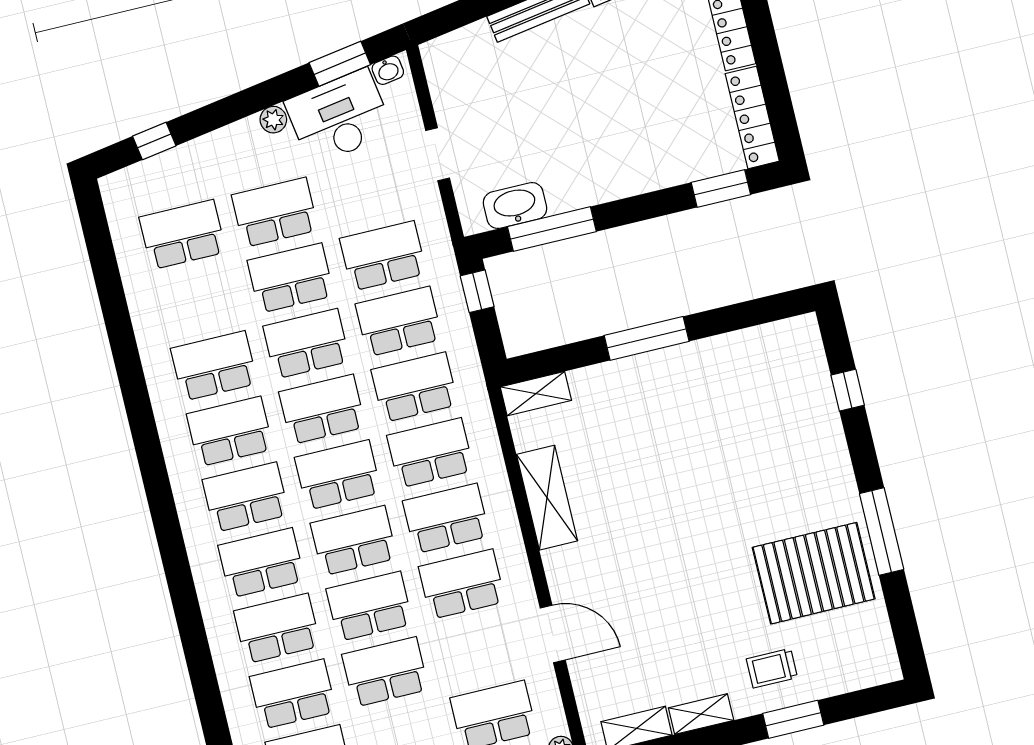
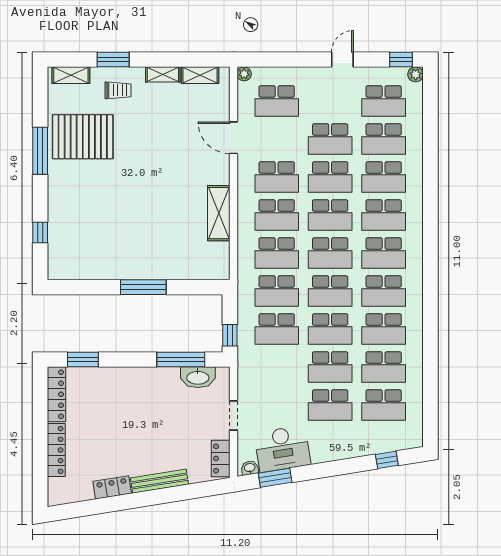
locker: (442, 74) -> (221, 459), added
plant: (273, 120) -> (319, 456), removed
school desk: (383, 256) -> (384, 367), moved
shelving: (536, 394) -> (71, 75), moved

